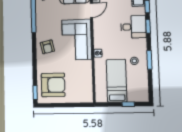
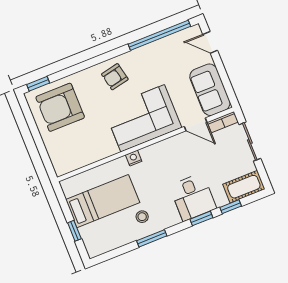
armchair: (53, 85) -> (60, 107), turned 90

